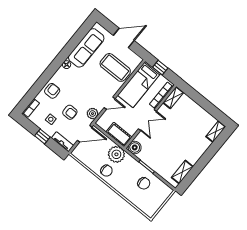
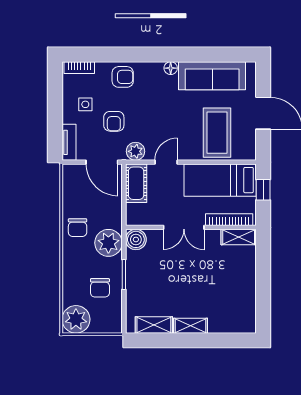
door: (110, 103) -> (166, 162), swing flipped
shelving: (216, 132) -> (191, 326), moved
cot: (119, 135) -> (136, 183), moved
window: (42, 136) -> (55, 111), removed
plant: (116, 154) -> (108, 243), moved
plant: (150, 207) -> (76, 319), added

